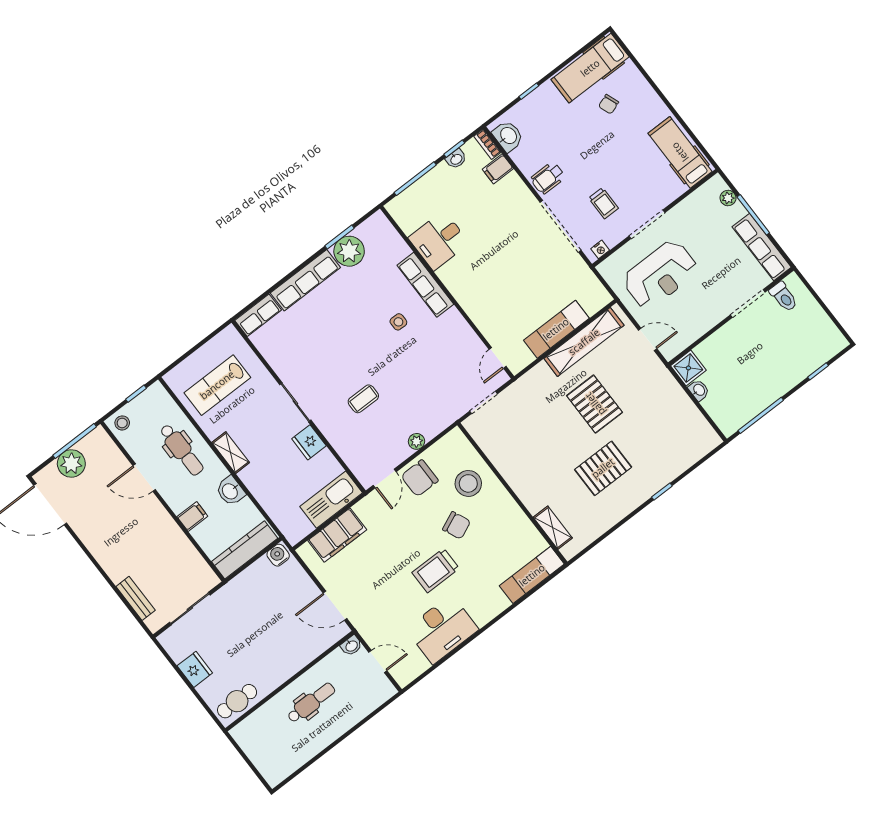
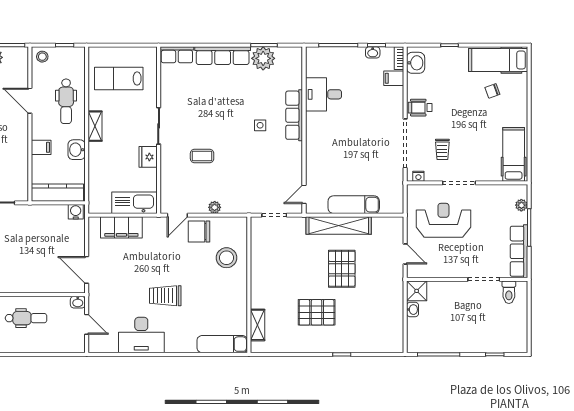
reception desk: (660, 275) -> (443, 220), turned 180
shelving: (584, 342) -> (339, 225), moved
chair: (457, 525) -> (199, 278), removed

